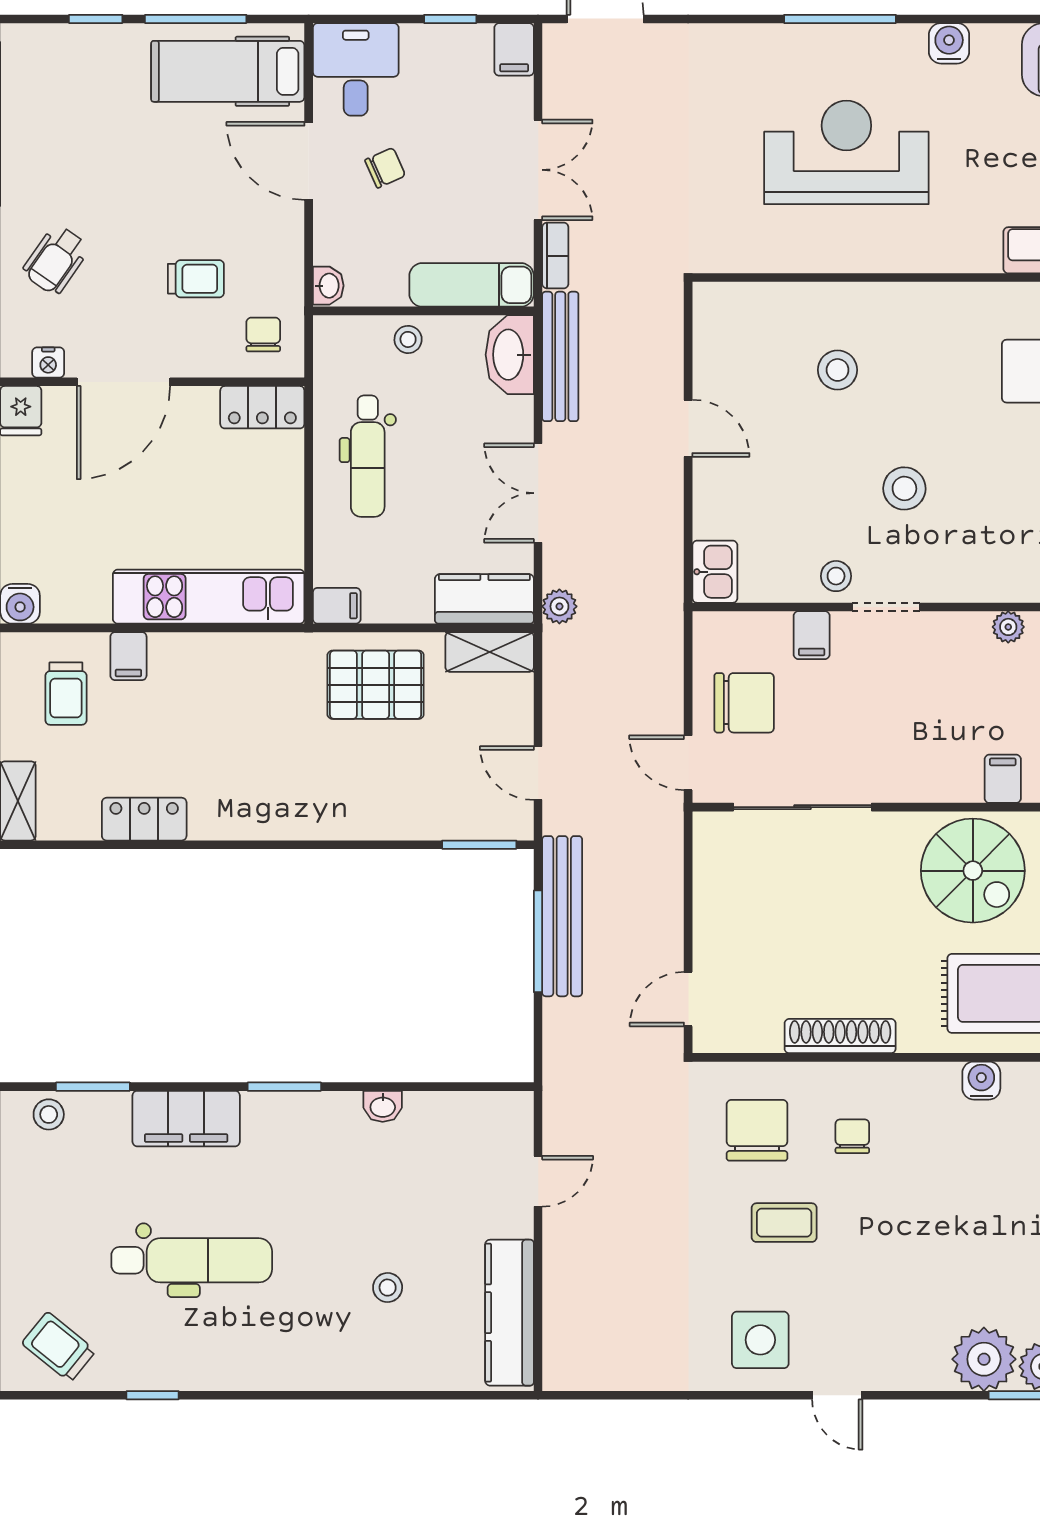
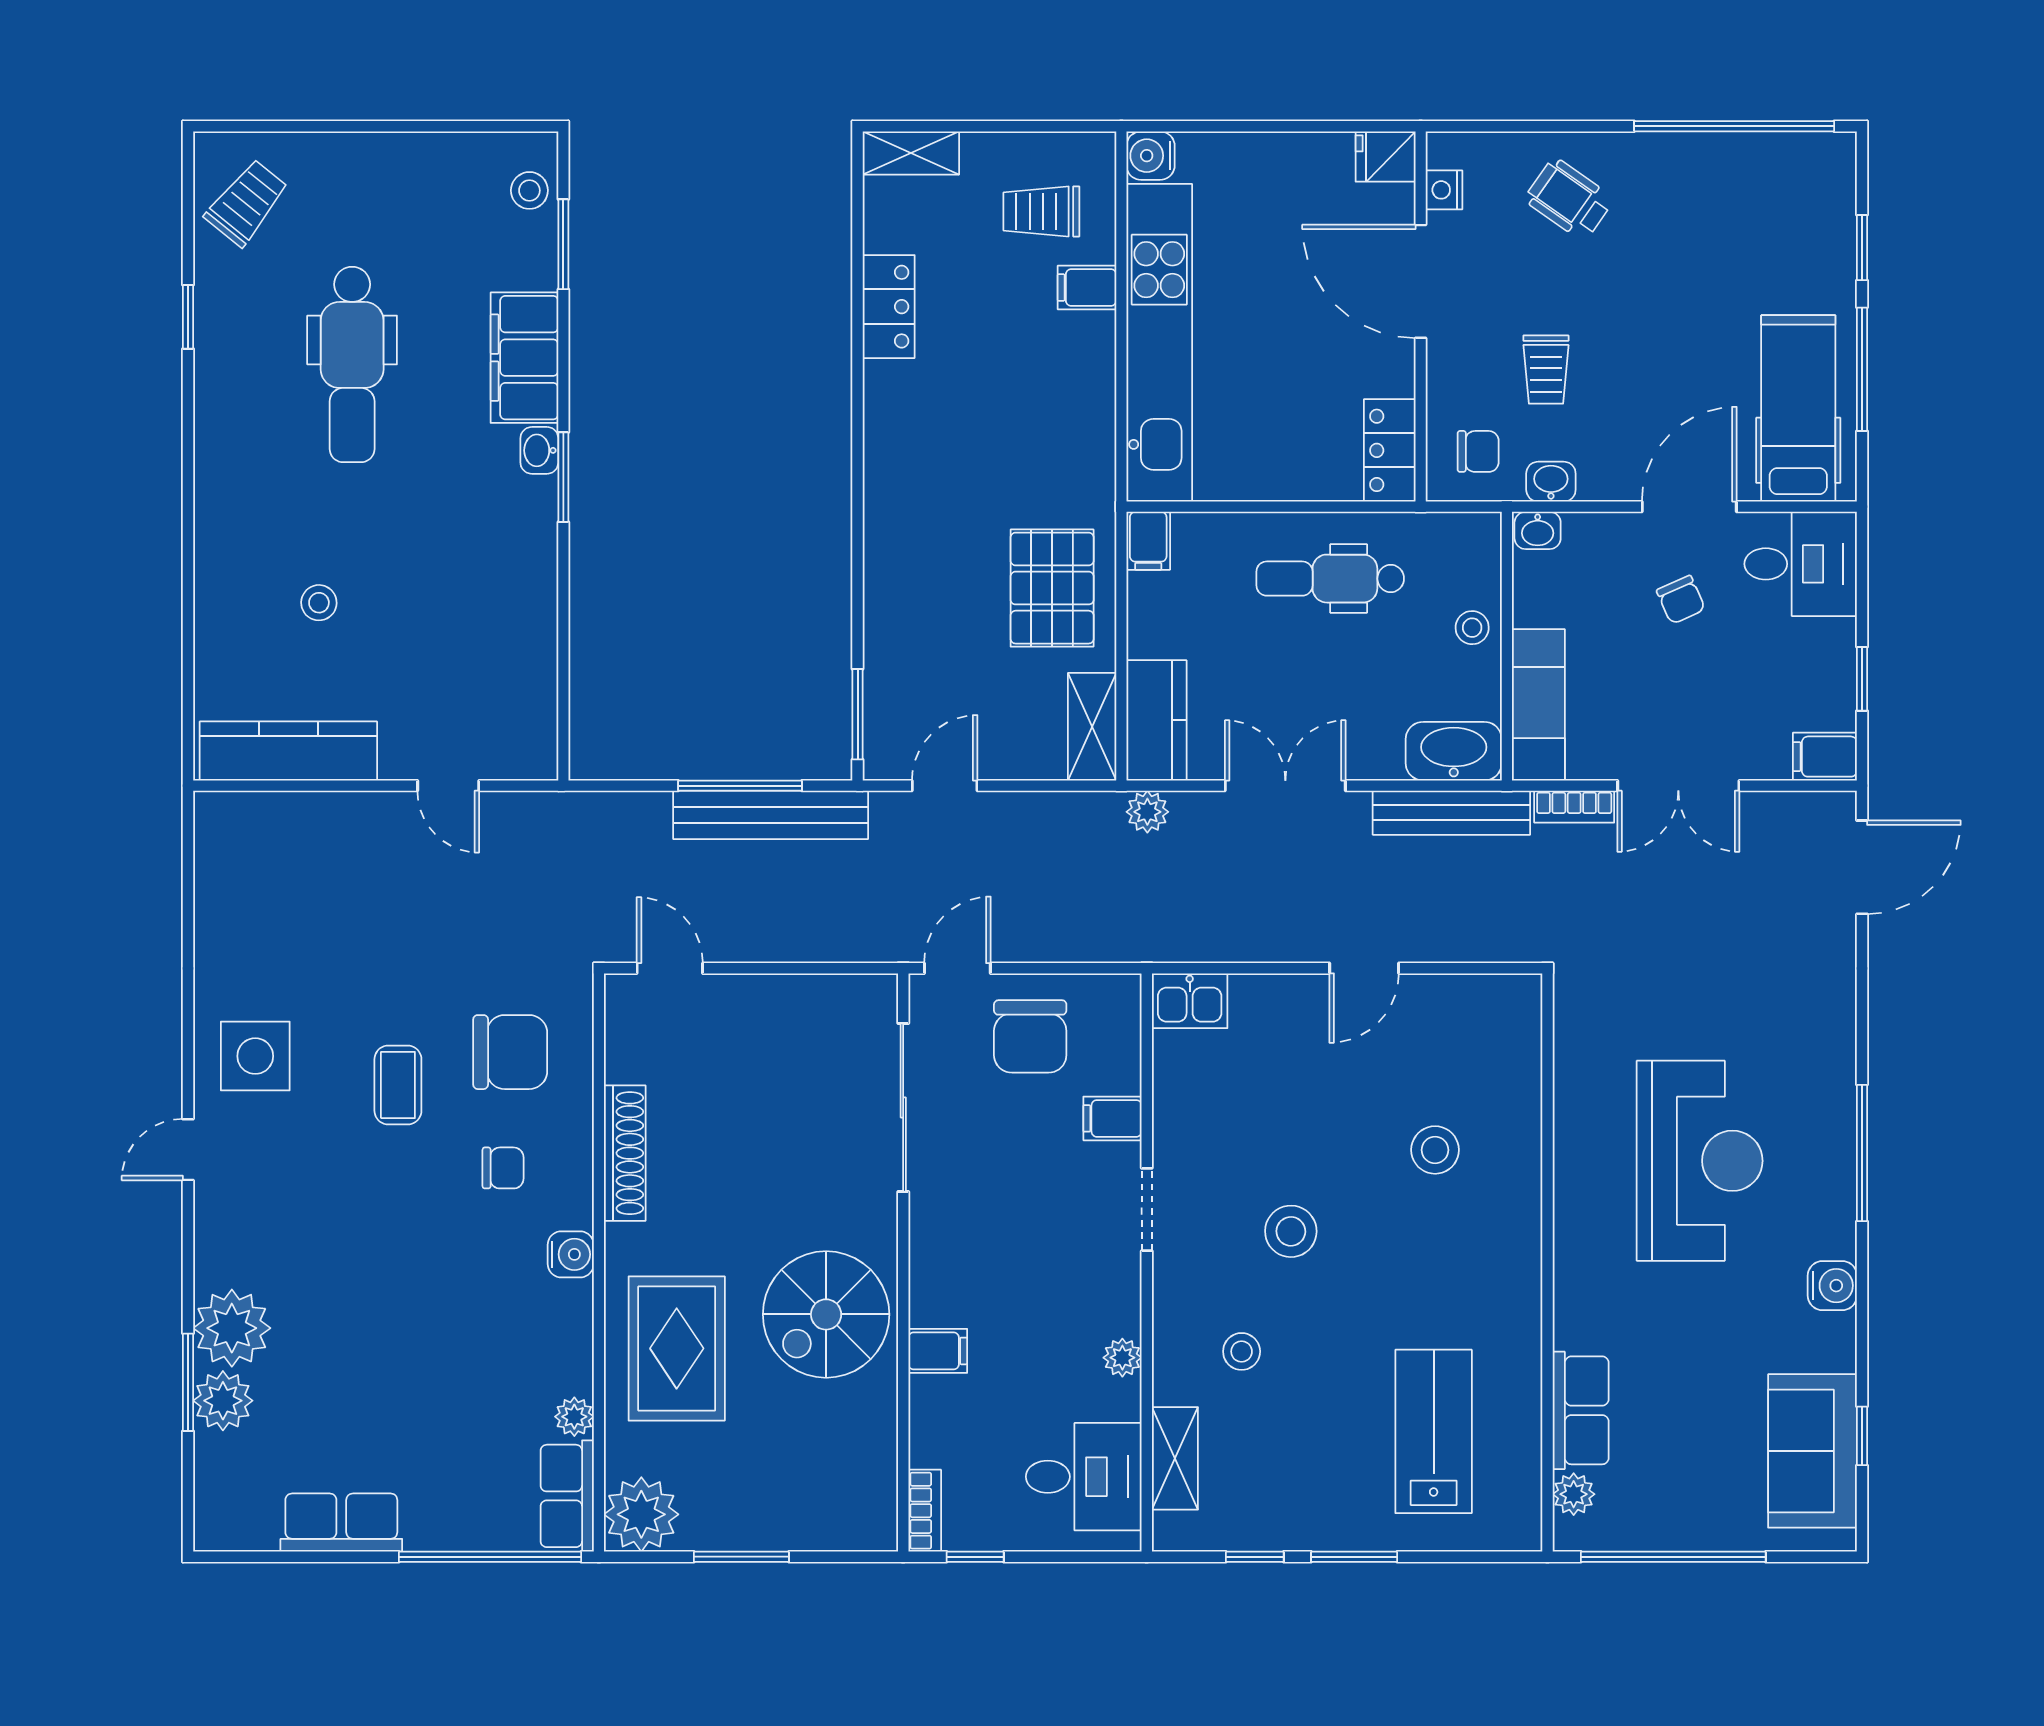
washbasin: (288, 275) -> (1551, 482), added
stool: (836, 576) -> (1242, 1351), moved
kitchen unit: (209, 597) -> (1159, 343), width x1.36
water cooler: (981, 1081) -> (571, 1254), moved
washbasin: (383, 1106) -> (539, 450), moved

